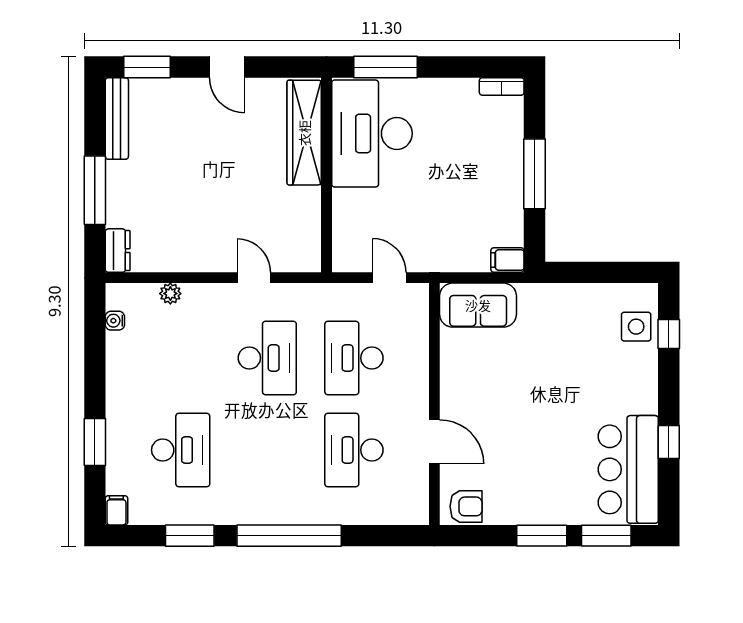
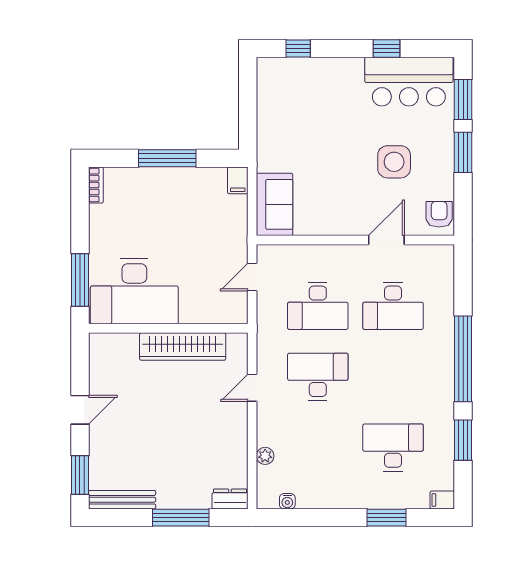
wardrobe: (304, 133) -> (183, 346), moved
side table: (636, 327) -> (394, 162), moved, width x1.37, depth x1.37

